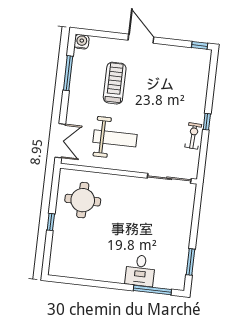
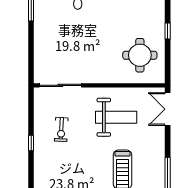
exercise bike: (193, 136) -> (61, 129), moved
weight bench: (115, 138) -> (116, 117), turned 180

